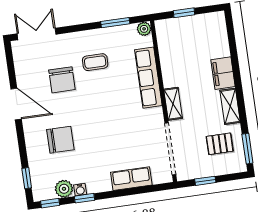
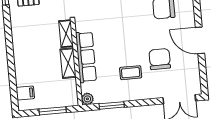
window: (184, 13) -> (53, 111), width x1.50
filing cabinet: (223, 73) -> (25, 93), moved, width x0.50
shelving: (230, 106) -> (68, 63), moved

